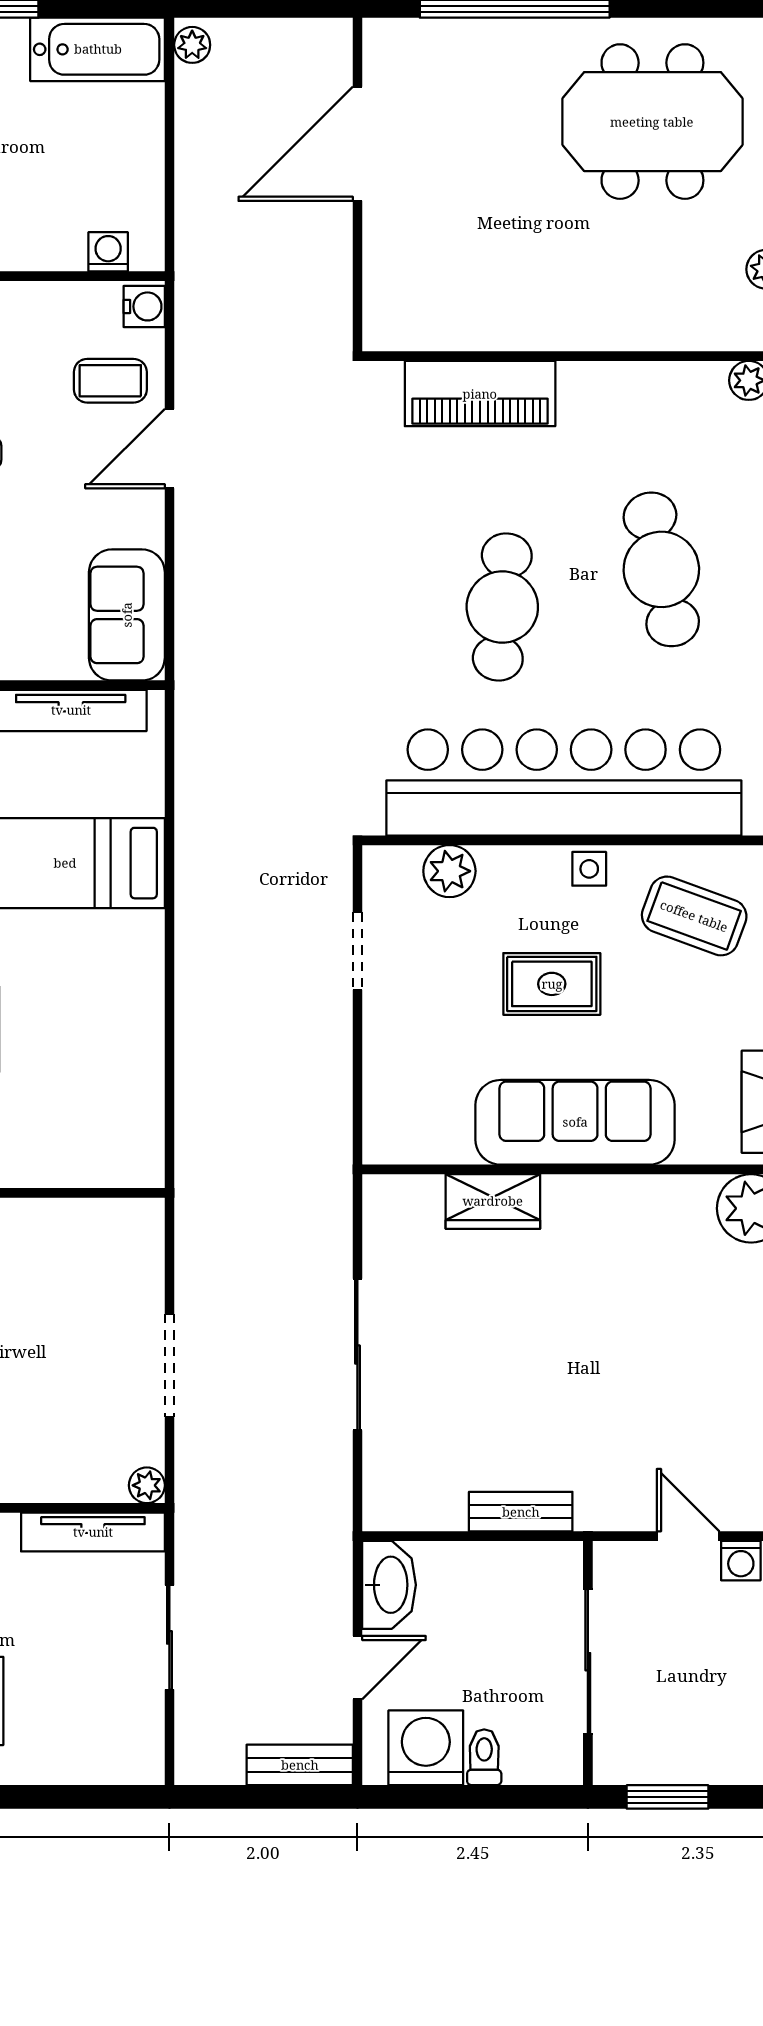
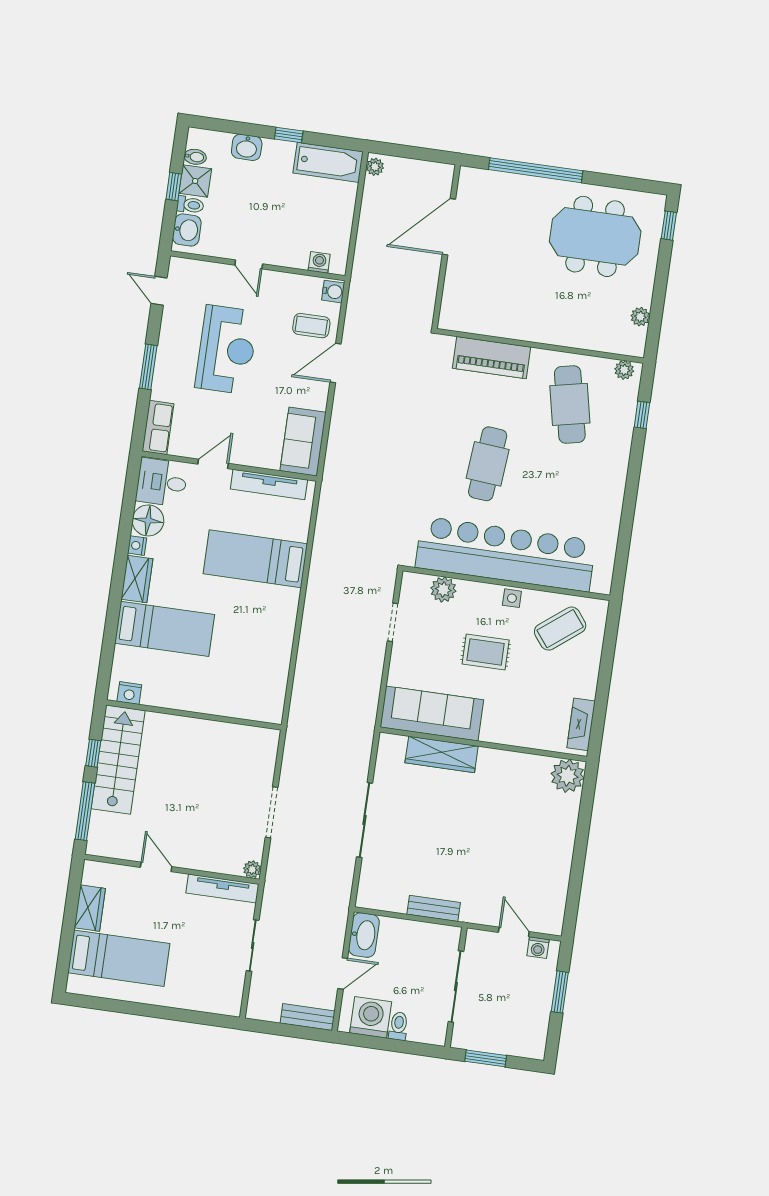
cafe table: (661, 569) -> (570, 404), moved
coffee table: (694, 916) -> (560, 629), turned -58
sofa: (575, 1122) -> (432, 713), moved
wardrobe: (493, 1201) -> (442, 754), width x1.50

